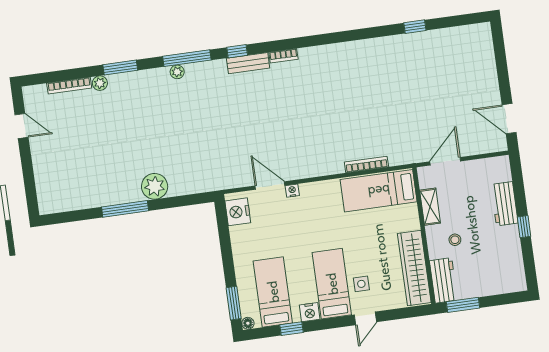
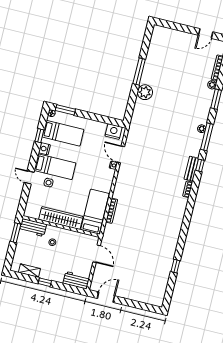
door: (270, 186) -> (121, 154), swing flipped
workbench: (504, 204) -> (76, 280), moved
shelving: (430, 207) -> (29, 271), moved
wardrobe: (414, 268) -> (61, 218), moved

